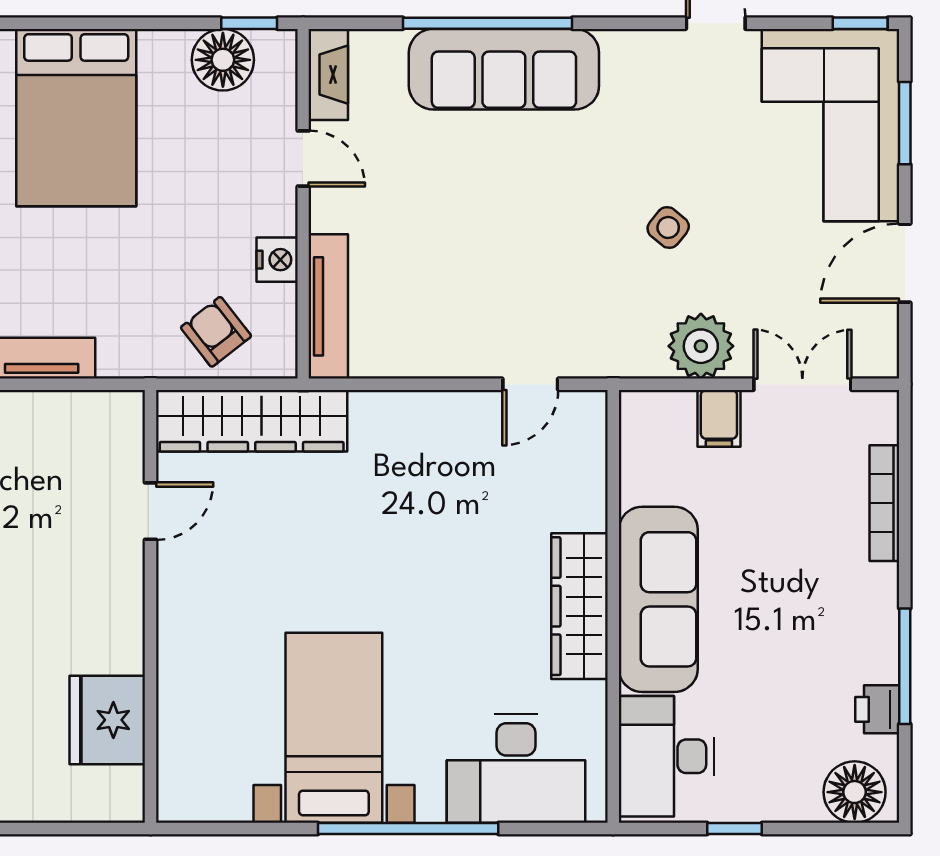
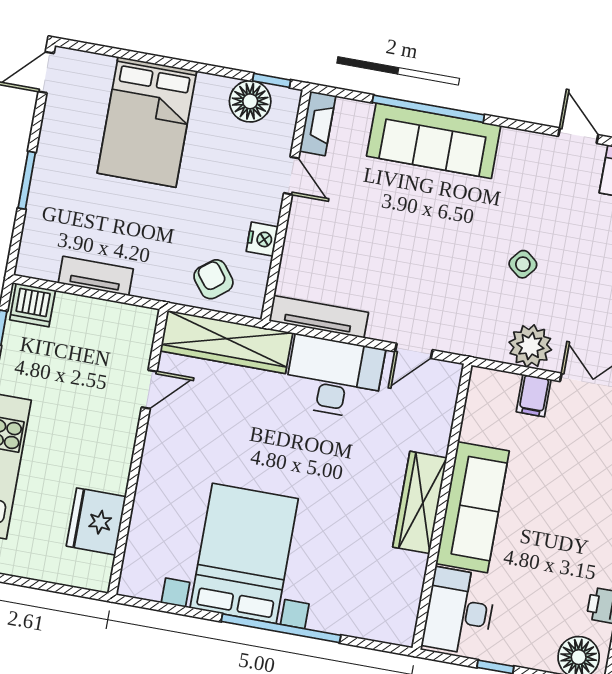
tv unit: (328, 306) -> (319, 317), moved, turned -90
bed with nightstands: (334, 728) -> (244, 553), width x1.36
desk: (516, 769) -> (334, 377), moved, turned 180

